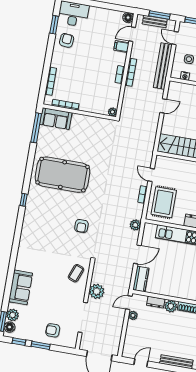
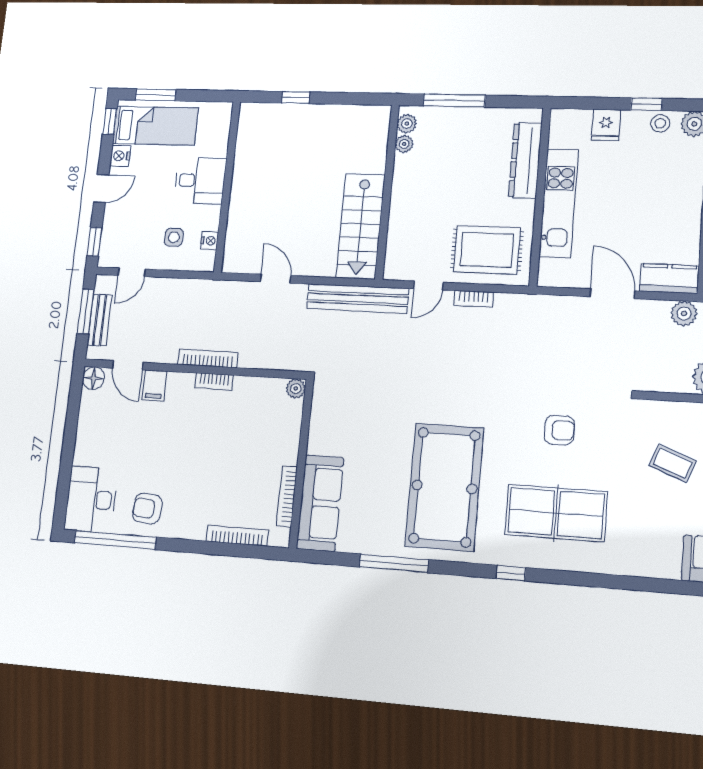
window: (54, 25) -> (115, 540), width x2.11
bench: (163, 66) -> (357, 298), moved
sofa: (56, 119) -> (320, 503), width x1.36
window: (36, 128) -> (394, 563), moved
table tennis table: (47, 221) -> (556, 513), added
plant: (135, 225) -> (684, 313), moved
coffee table: (76, 273) -> (673, 463), moved

